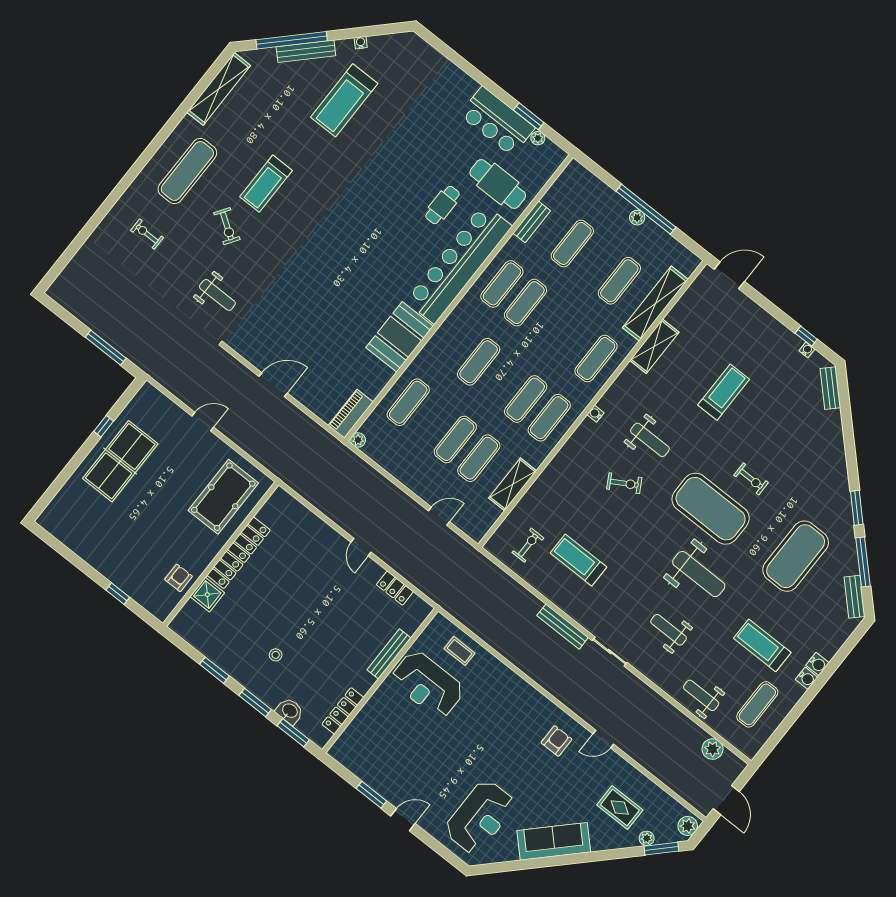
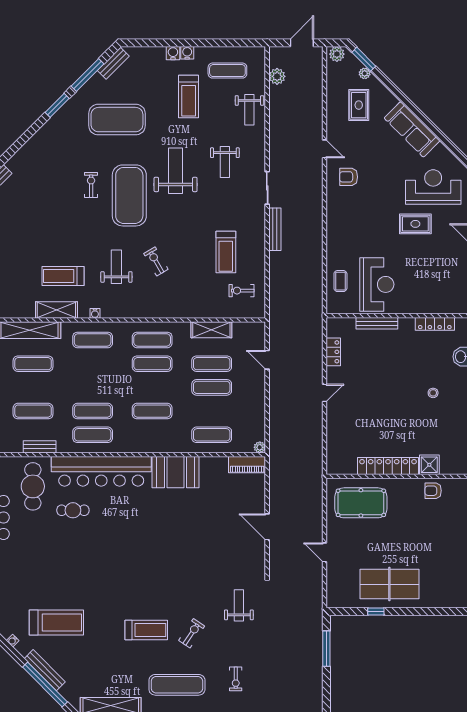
treadmill: (724, 392) -> (63, 276), moved
water cooler: (595, 414) -> (95, 313), moved
rug: (457, 770) -> (415, 224), added

